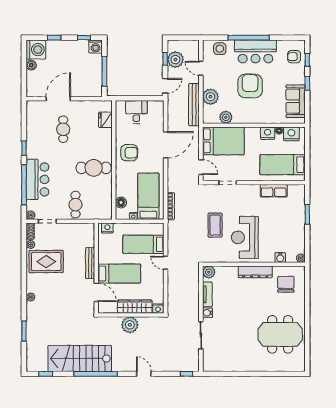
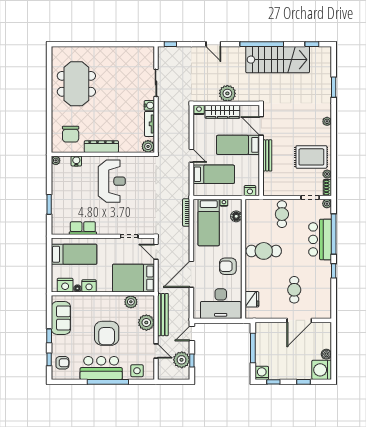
desk: (136, 112) -> (221, 304), width x1.87, depth x1.30
coffee table: (215, 225) -> (142, 194), removed
meeting table: (280, 334) -> (76, 84), turned 90

